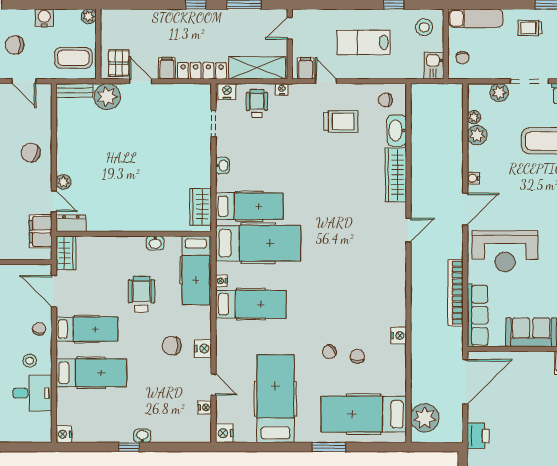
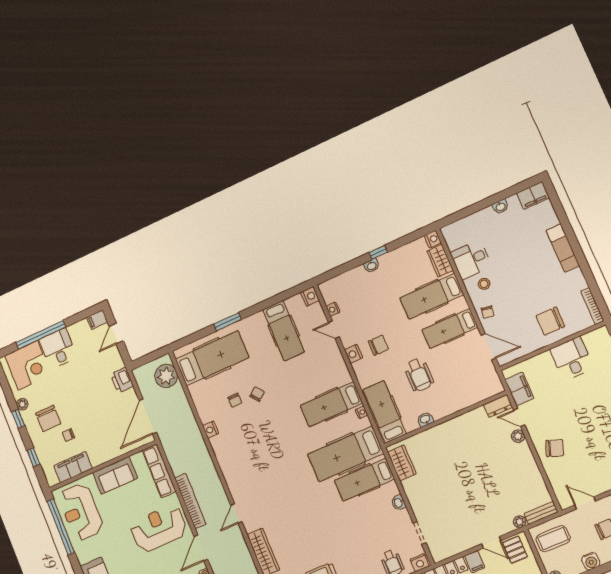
plant: (107, 97) -> (520, 522), width x0.53, depth x0.53
wardrobe: (66, 253) -> (440, 261), moved
bookcase: (455, 293) -> (190, 501), moved
hospital bed: (275, 399) -> (284, 331), width x0.73, depth x0.78

